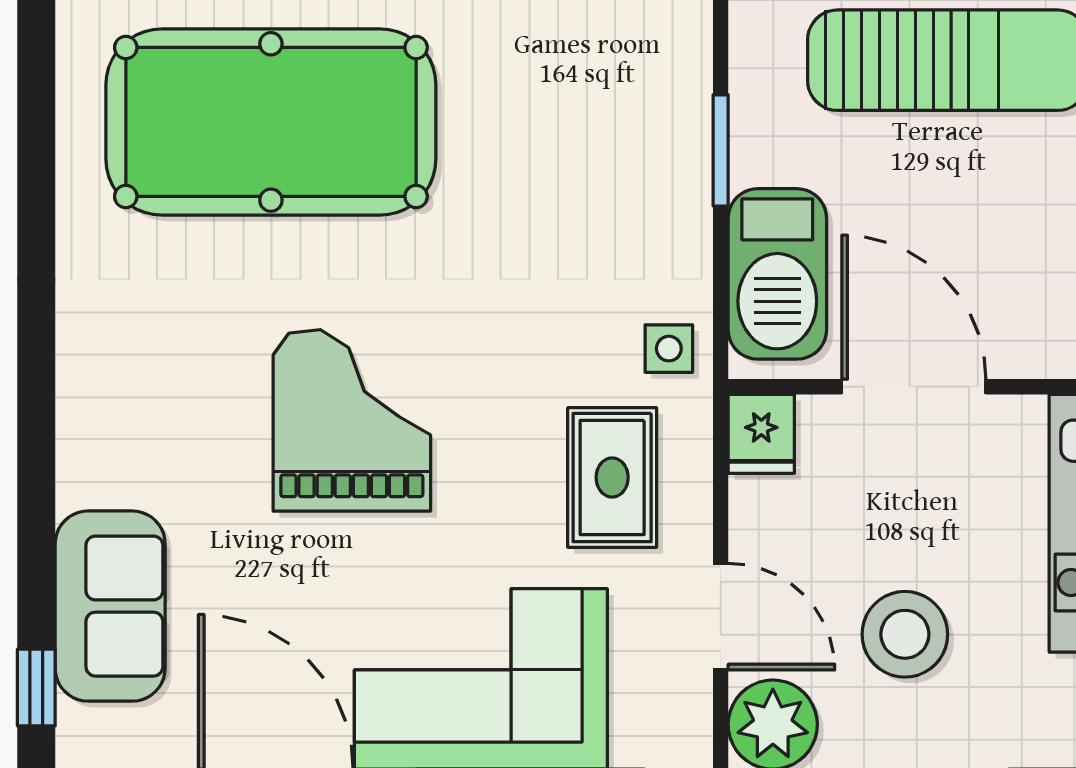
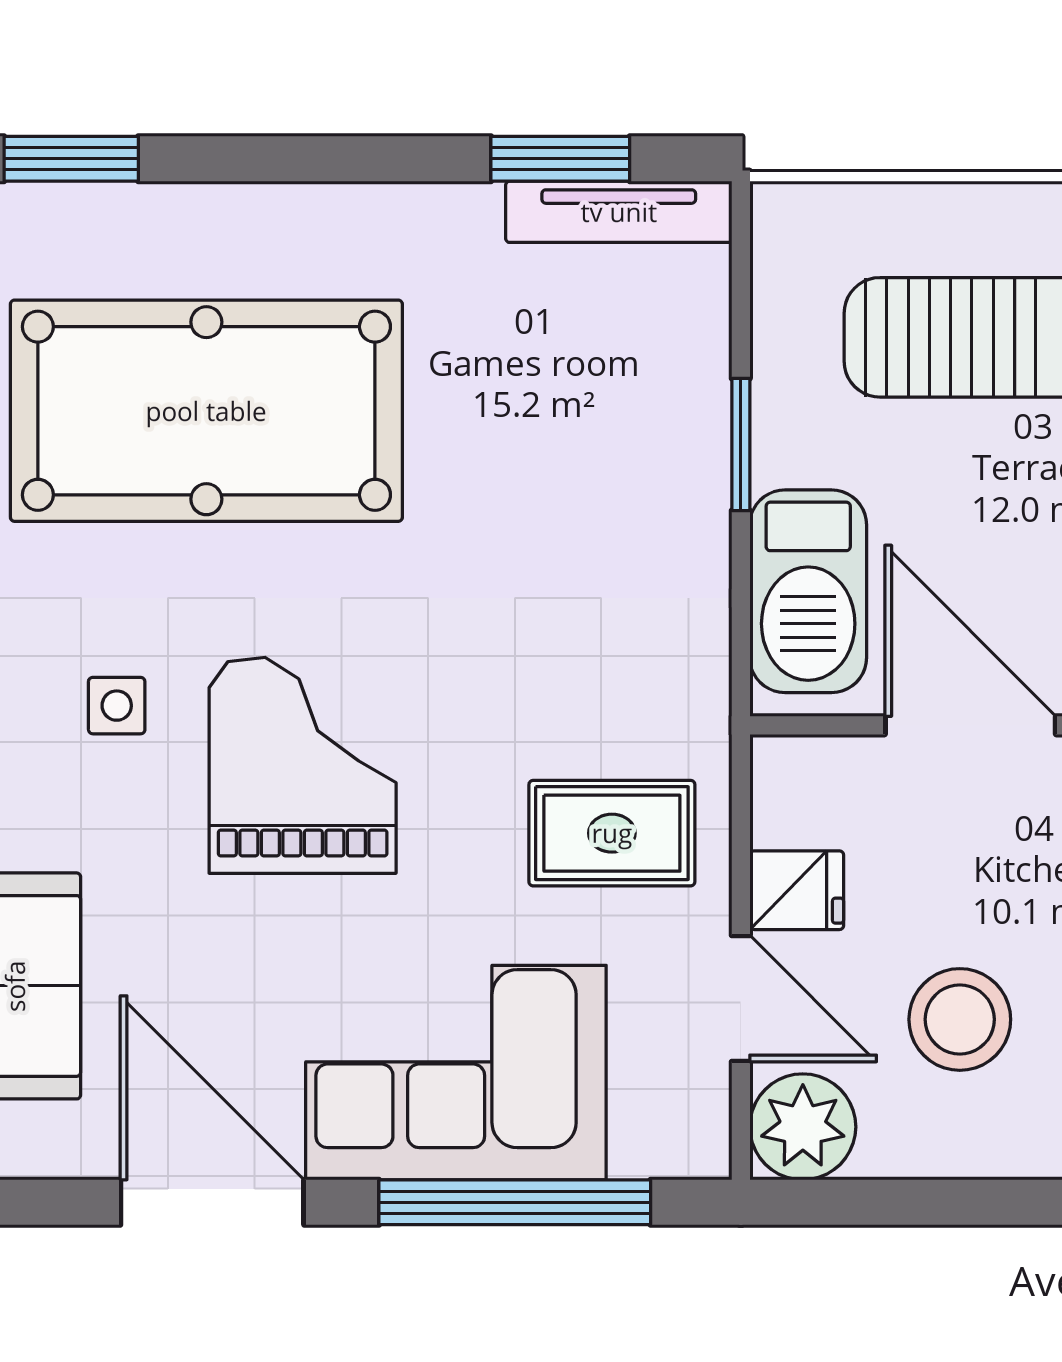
side table: (669, 349) -> (117, 706), moved
fridge: (761, 434) -> (797, 890), moved, turned -90
rug: (612, 477) -> (612, 833), turned 90

